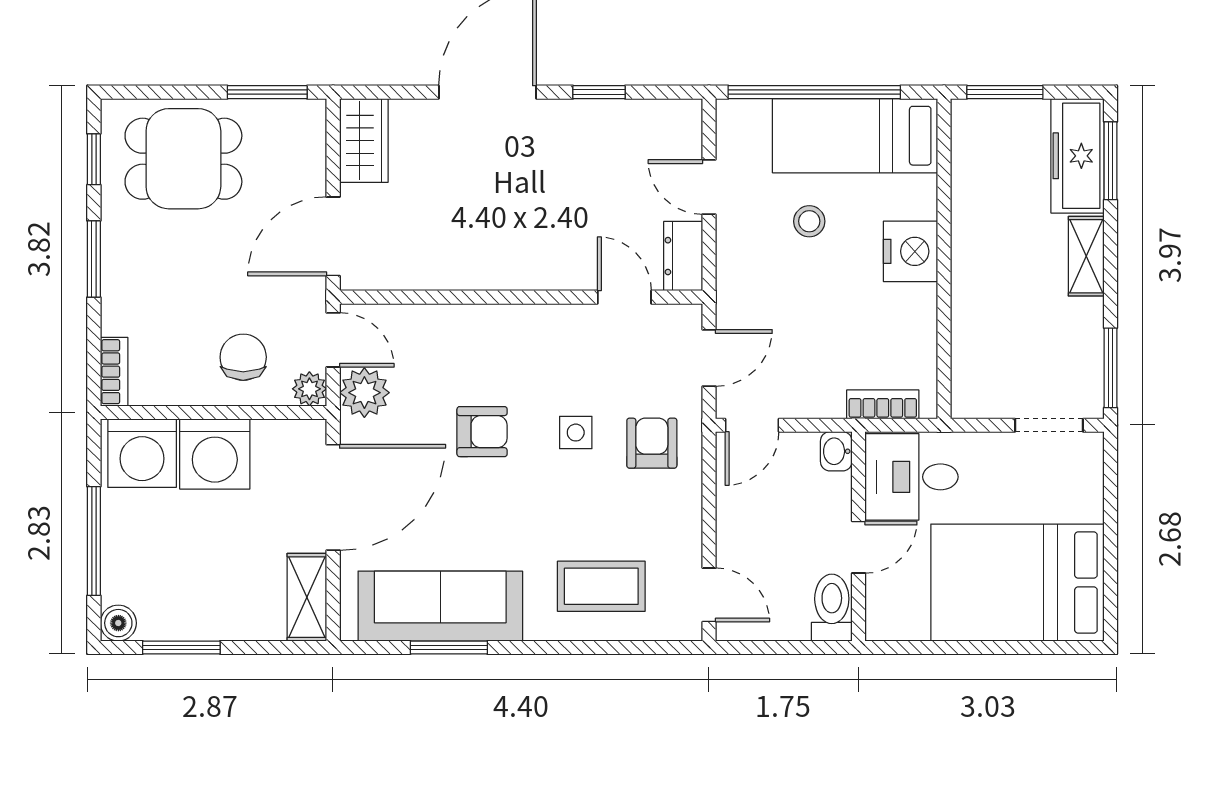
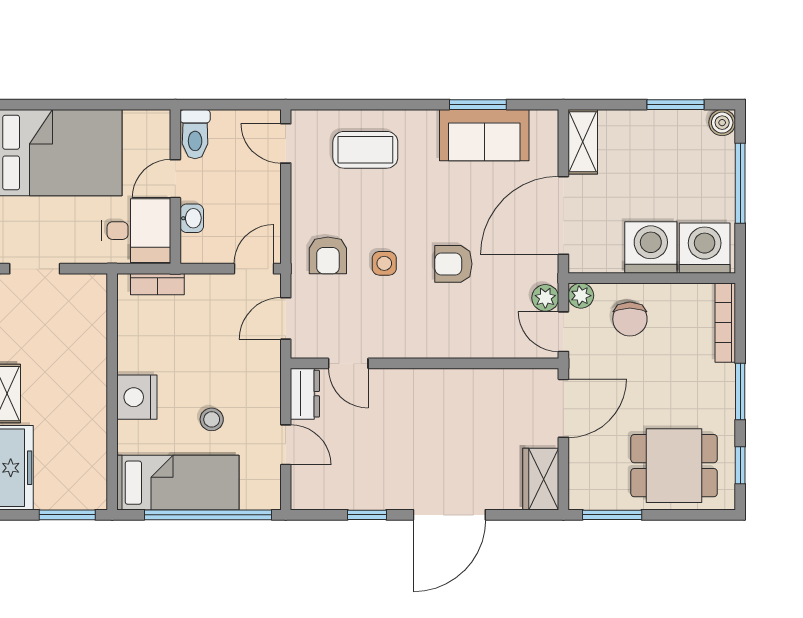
bookcase: (114, 372) -> (725, 323), width x1.56
plant: (364, 393) -> (545, 298), width x0.73, depth x0.73
washbasin: (836, 451) -> (192, 218), moved
sofa: (440, 606) -> (484, 135), width x0.73

